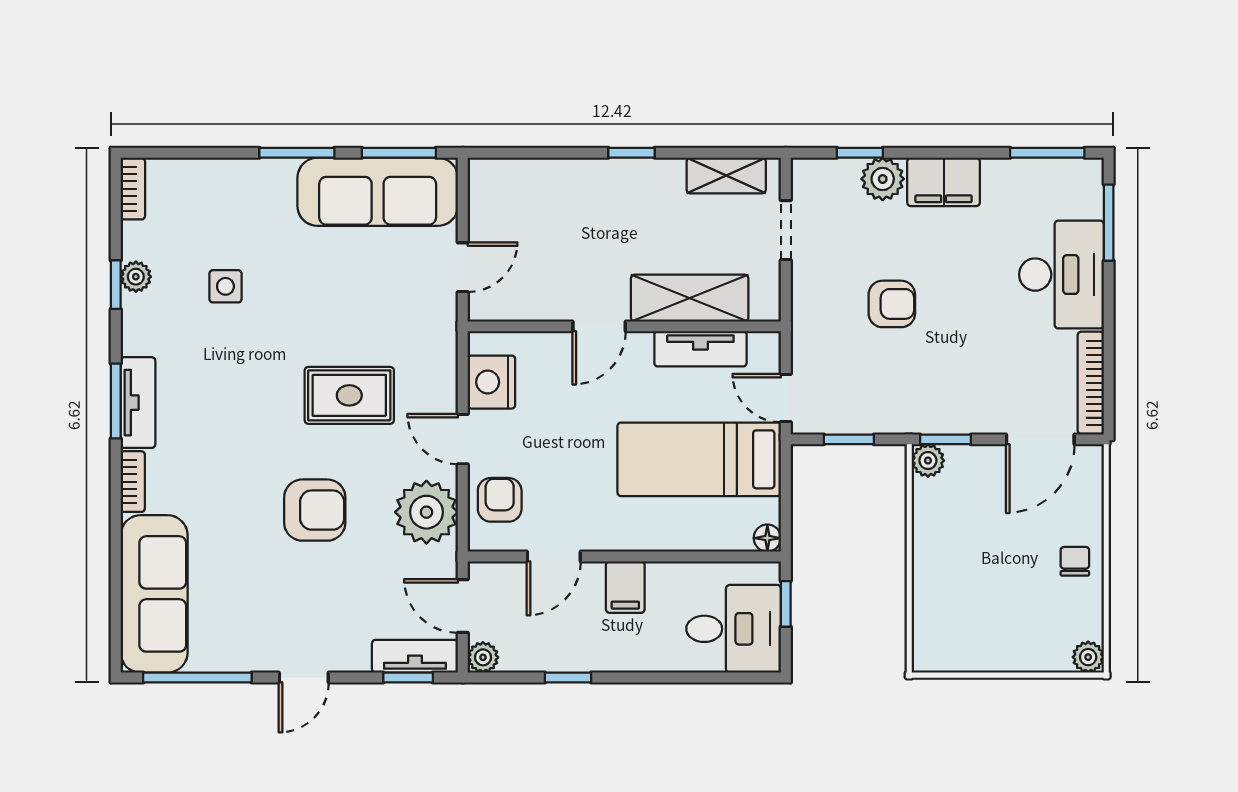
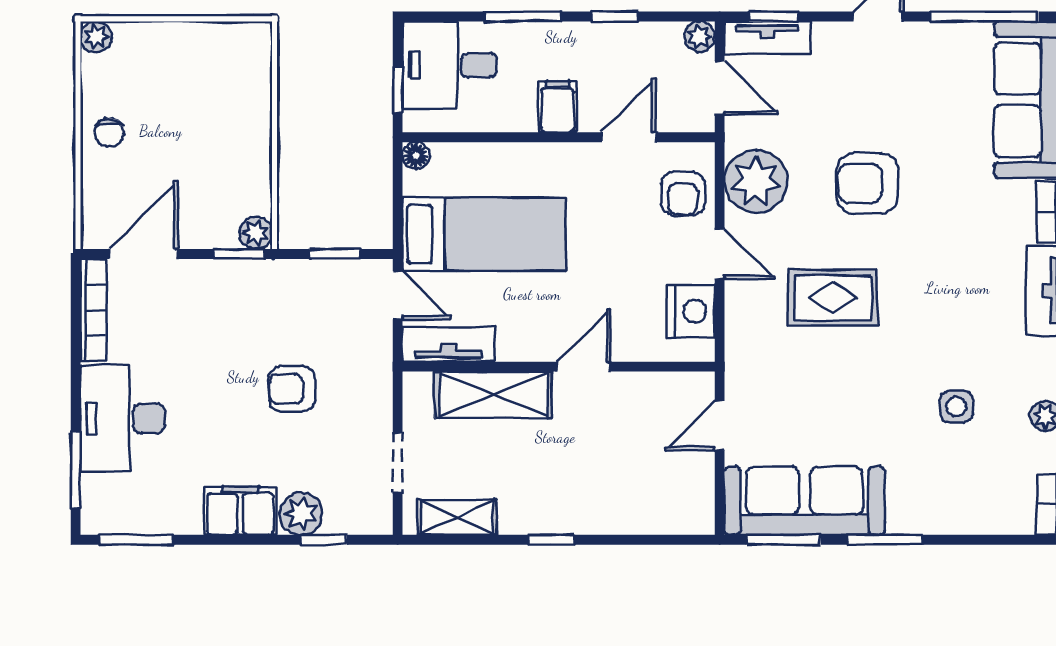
tv unit: (700, 349) -> (448, 344), moved
window: (660, 678) -> (523, 16), added

